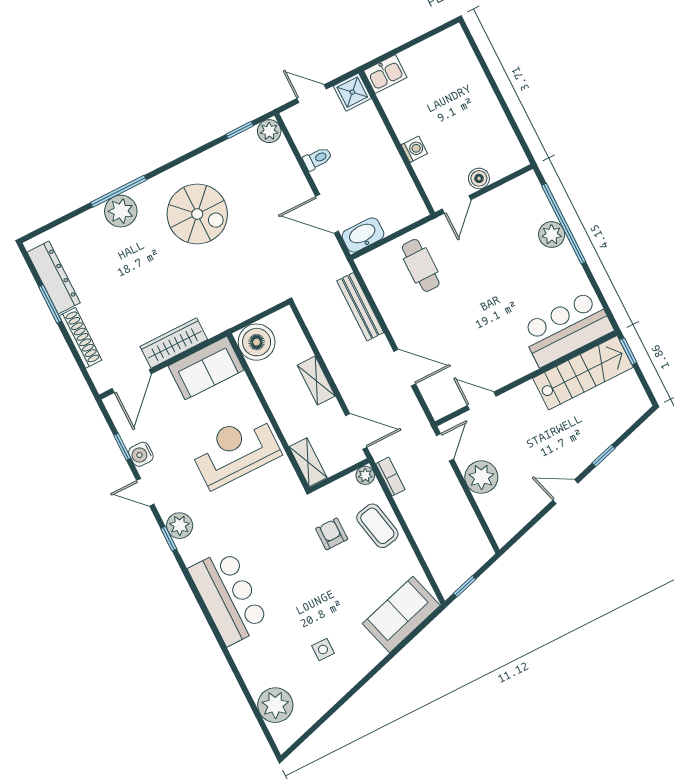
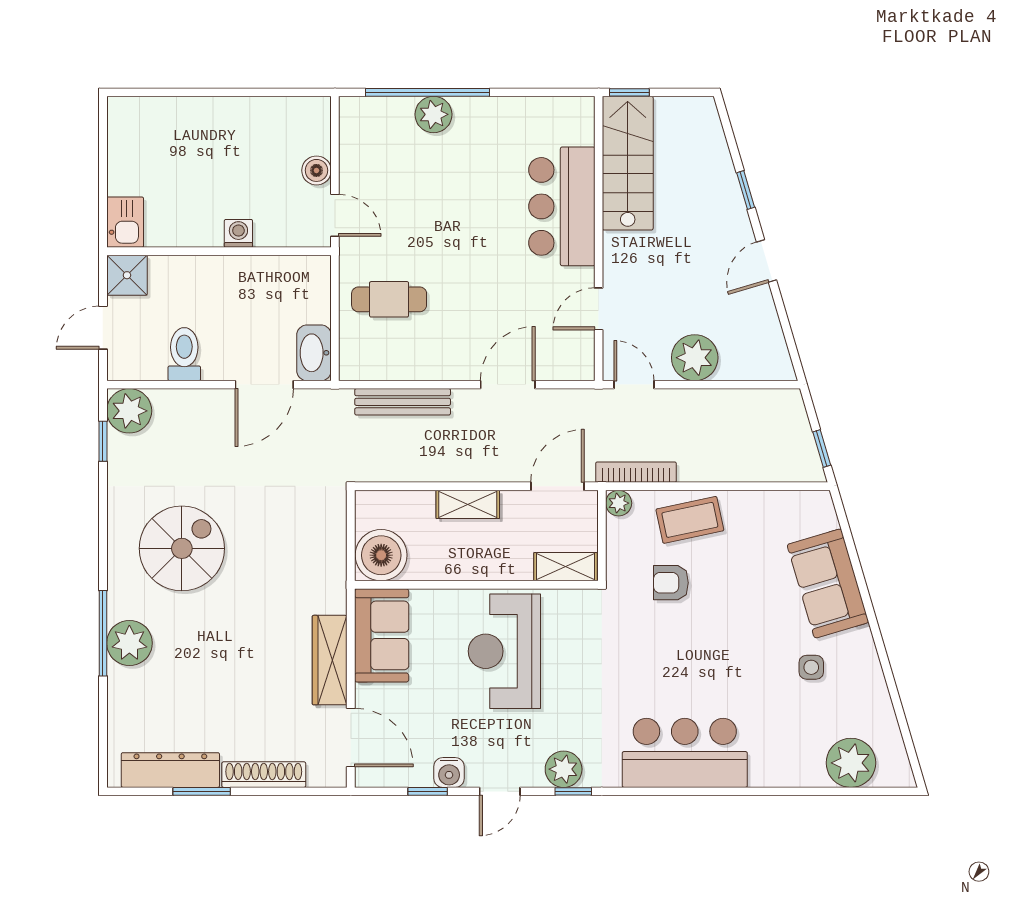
plant: (269, 131) -> (129, 411), width x1.36, depth x1.36
toilet: (317, 159) -> (184, 354), width x1.37, depth x1.39
bar counter: (567, 329) -> (562, 206), moved
bookcase: (390, 477) -> (636, 472), width x1.56
sofa: (401, 614) -> (828, 583), moved

